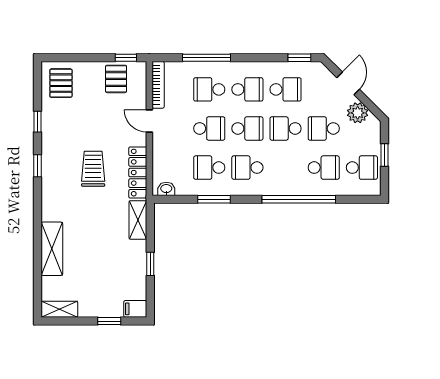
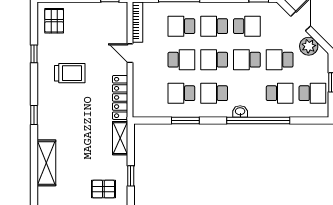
pallet: (116, 79) -> (103, 189), moved, turned 90
school desk: (247, 89) -> (214, 26), turned 180
school desk: (247, 128) -> (214, 60), turned 180
window: (38, 166) -> (34, 115), moved
trolley: (93, 169) -> (70, 73), moved, turned 90
washbasin: (166, 189) -> (240, 112), moved

